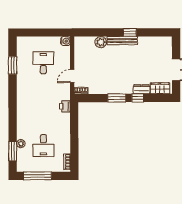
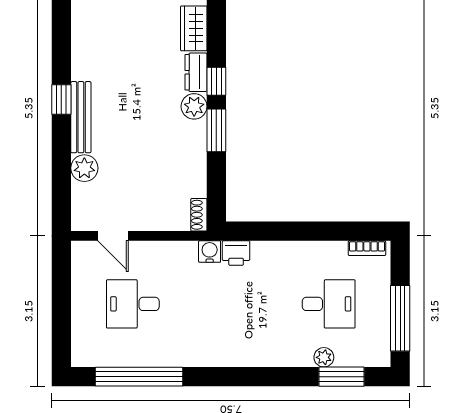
water cooler: (65, 41) -> (210, 252), moved
window: (13, 65) -> (139, 377), width x2.11
door: (72, 76) -> (113, 236), moved
plant: (127, 88) -> (194, 106), added

